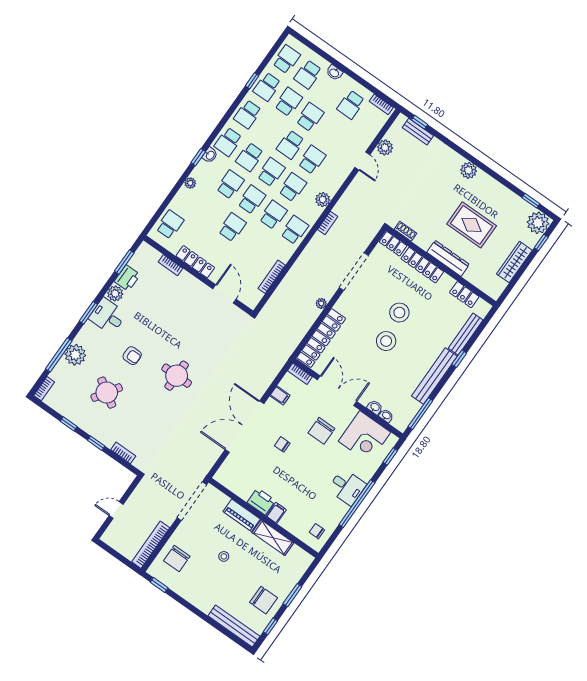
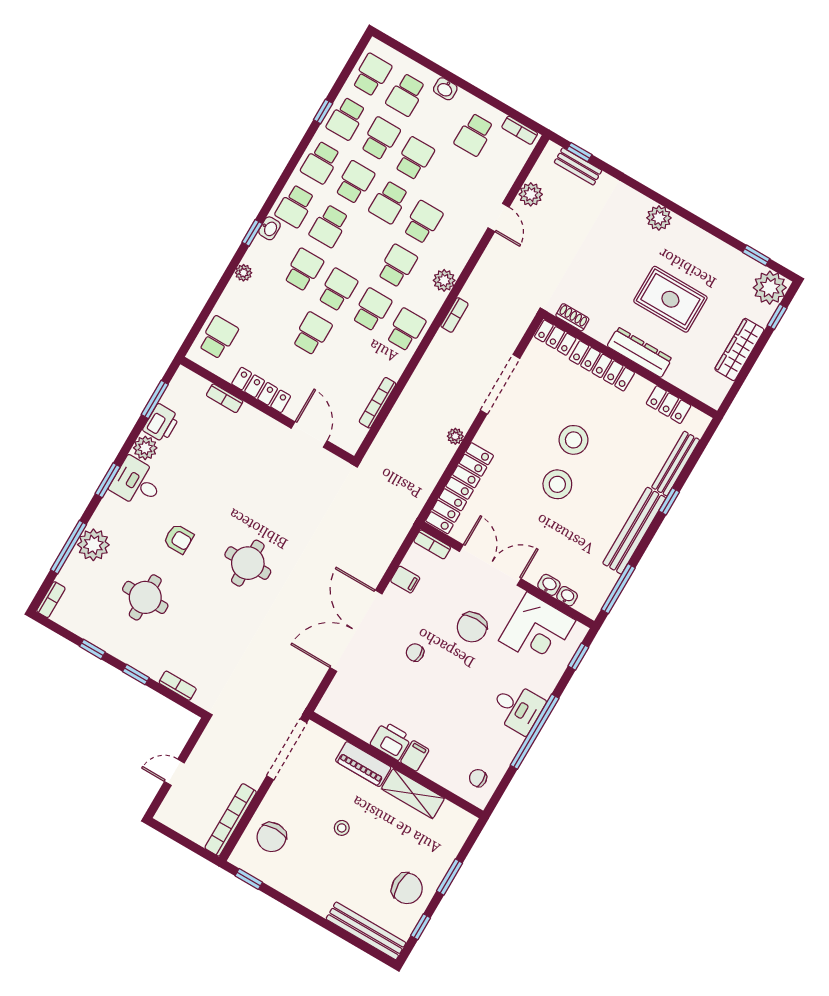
school desk: (271, 172) -> (355, 182), moved
round table: (107, 393) -> (145, 597), turned -33

